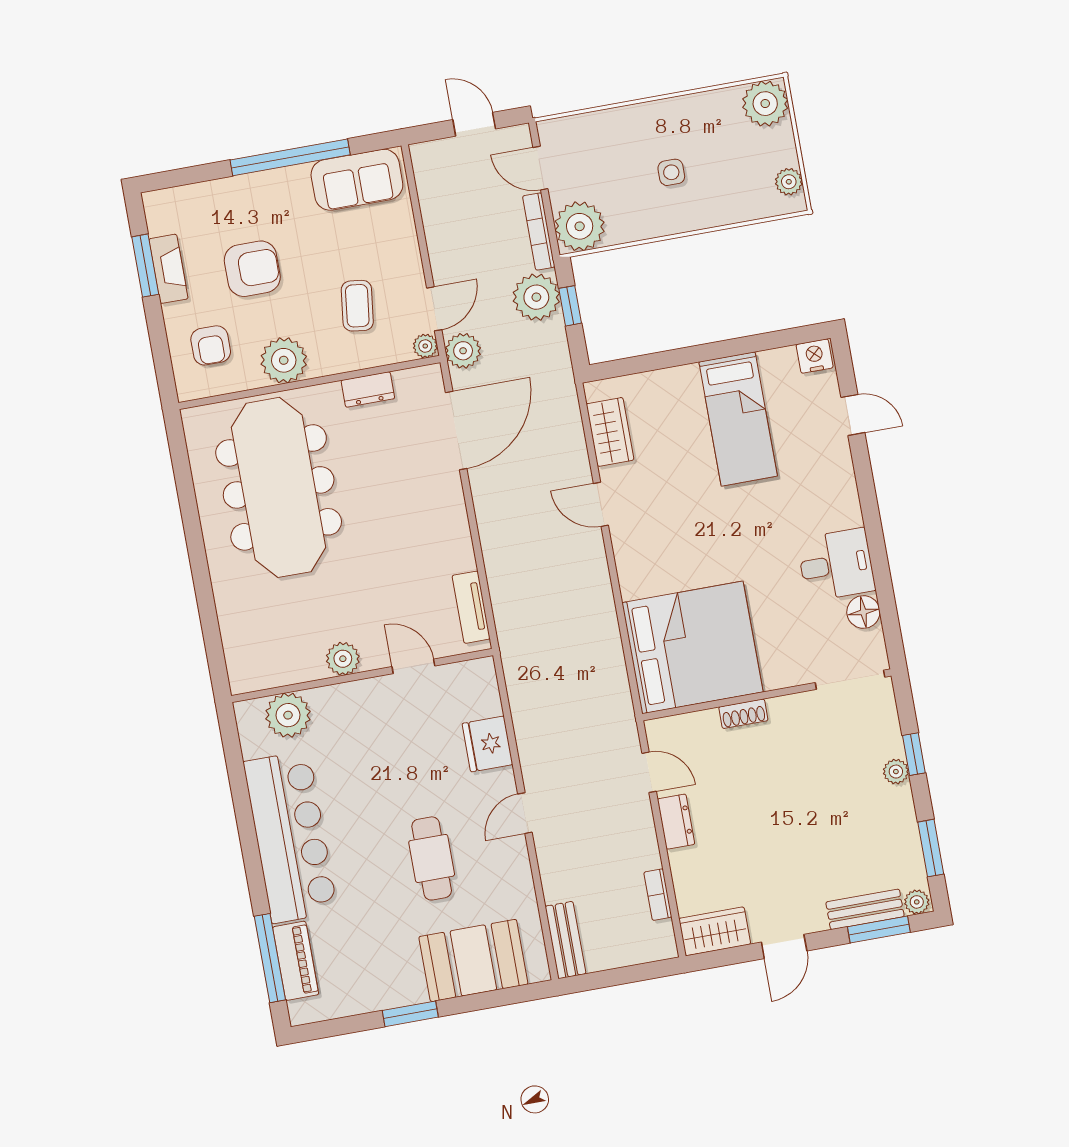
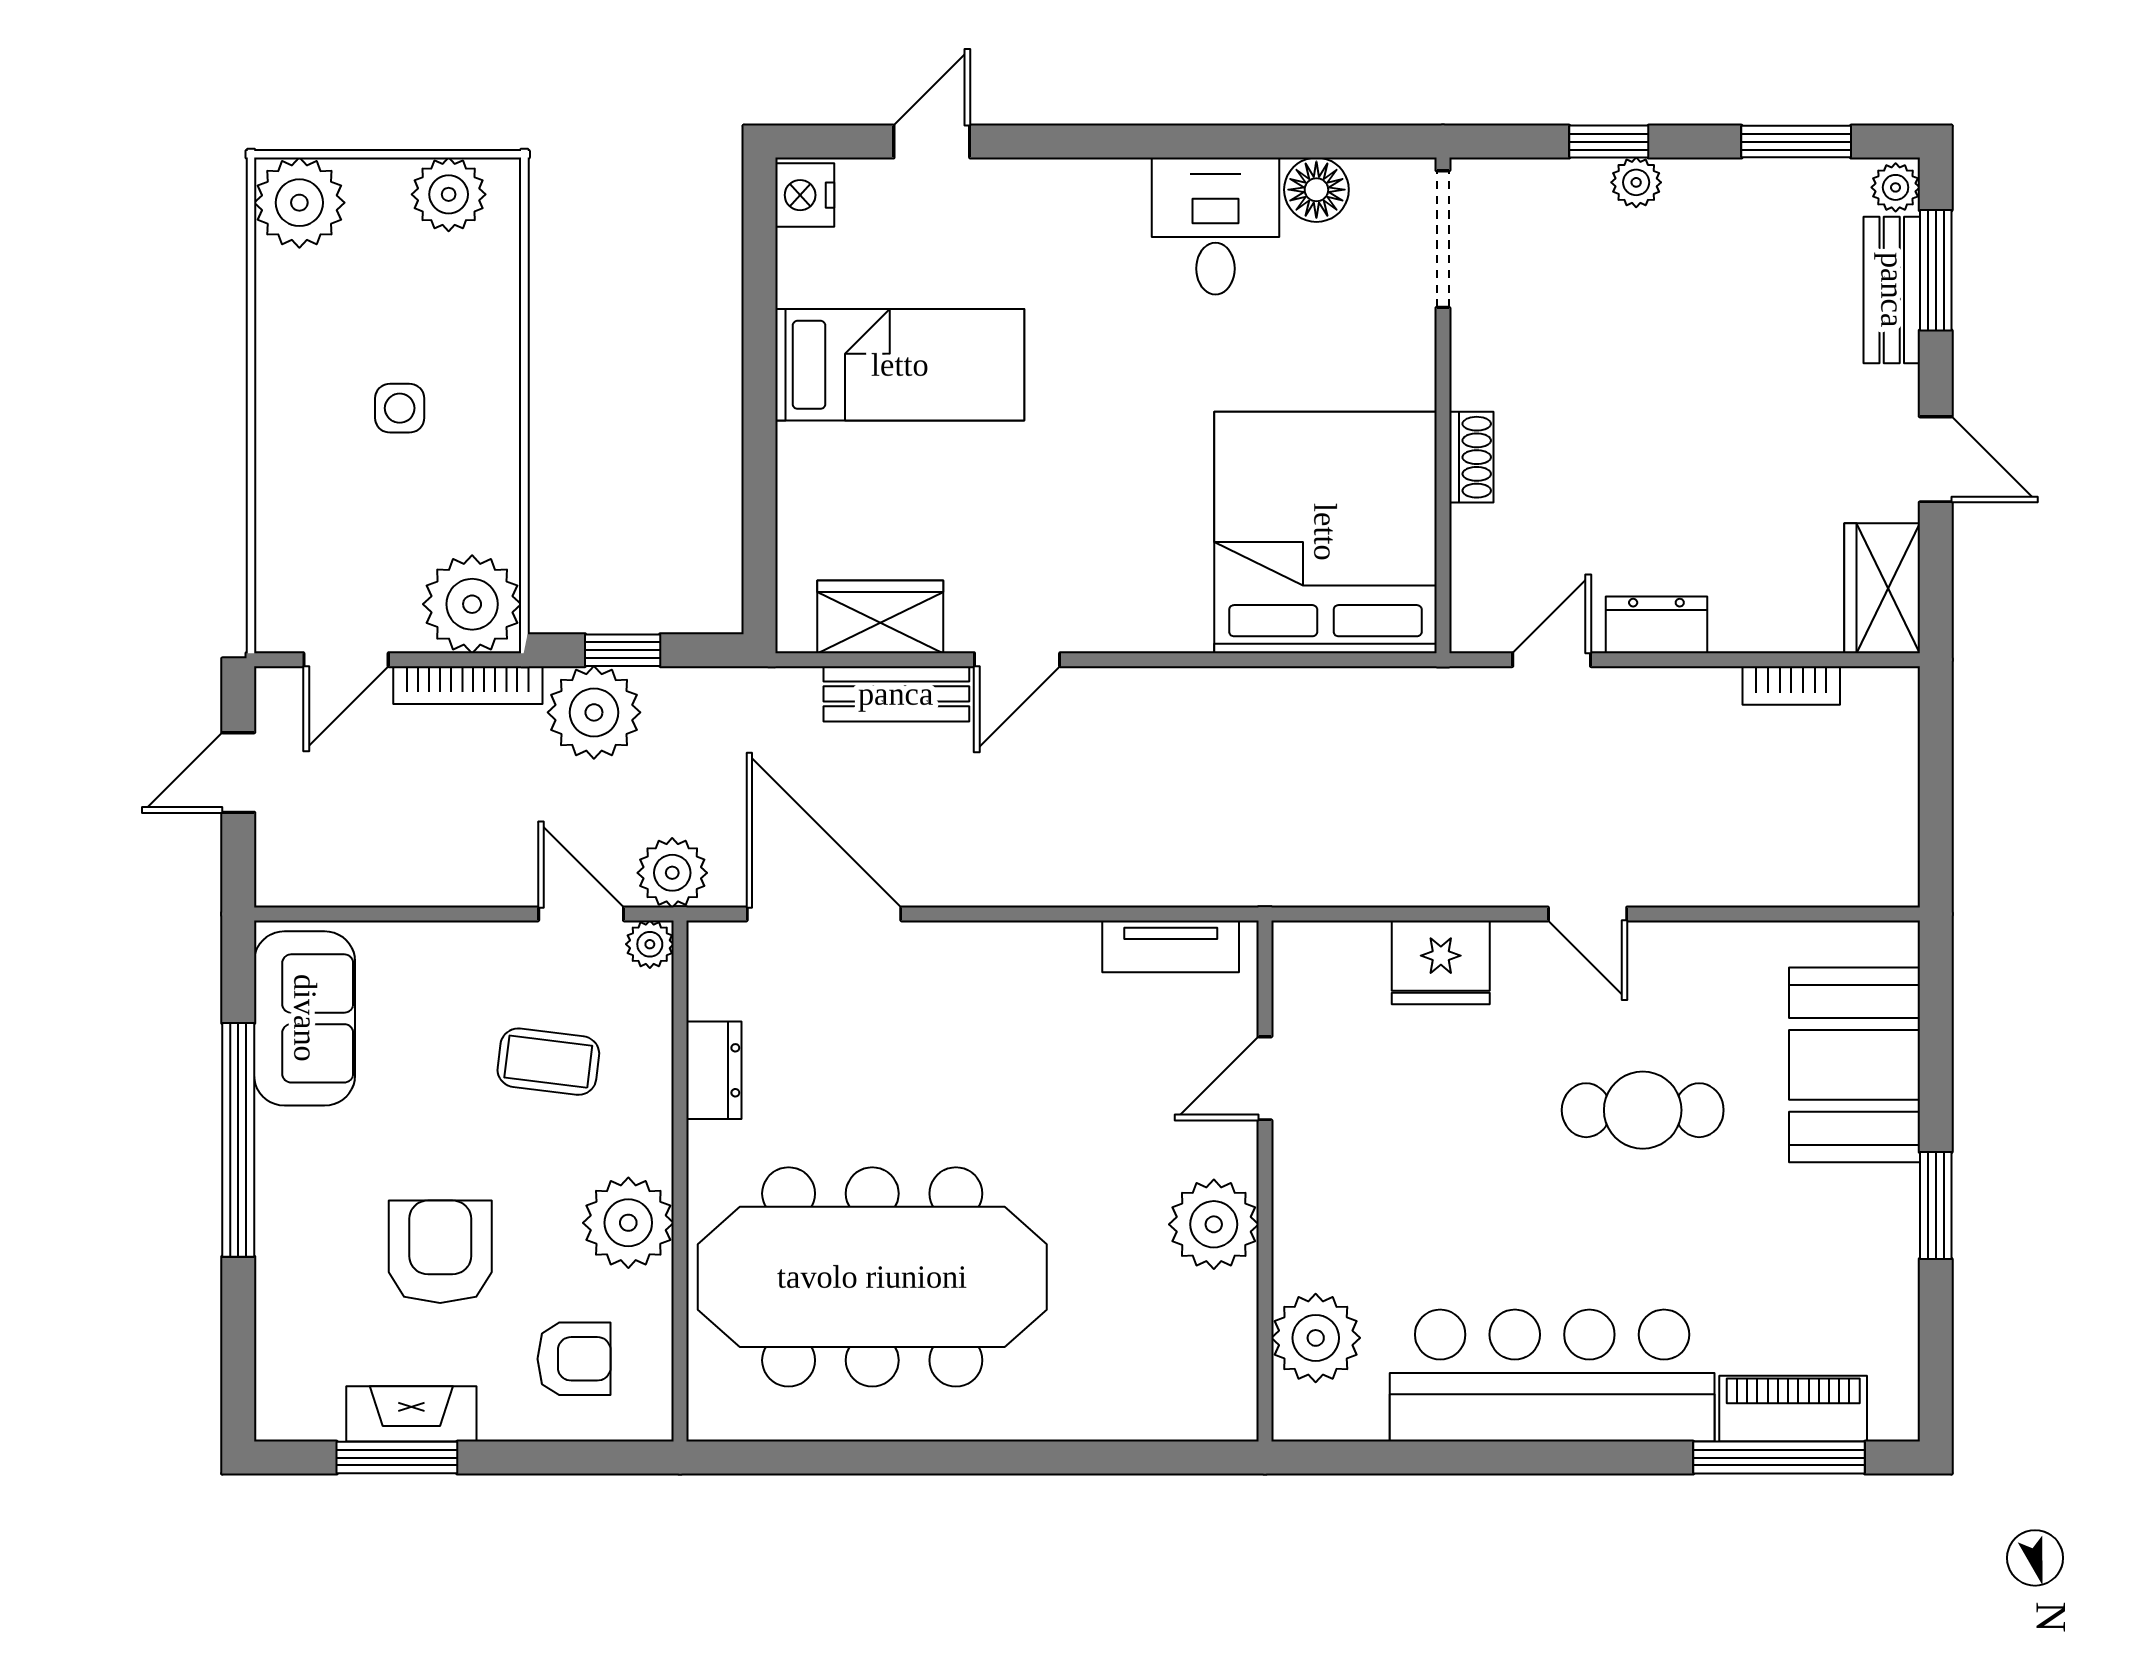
plant: (789, 182) -> (449, 194), width x1.38, depth x1.38
plant: (343, 659) -> (1214, 1224), width x1.36, depth x1.36
bench: (565, 940) -> (896, 694), moved

